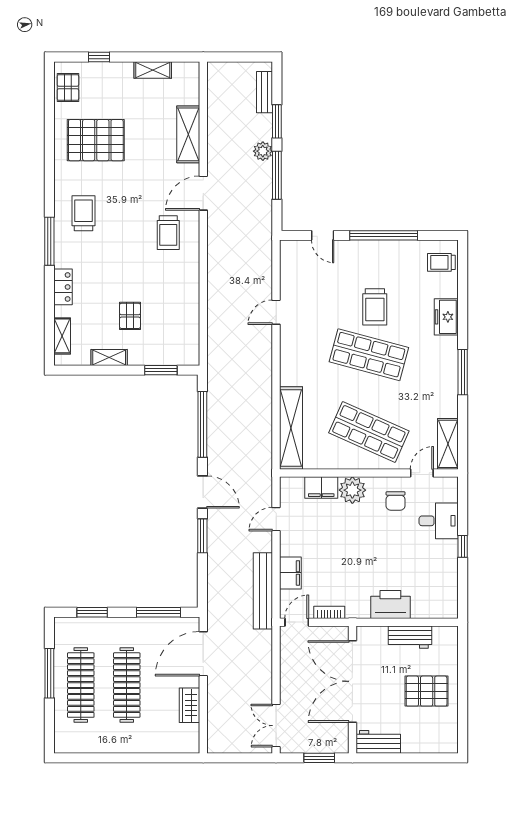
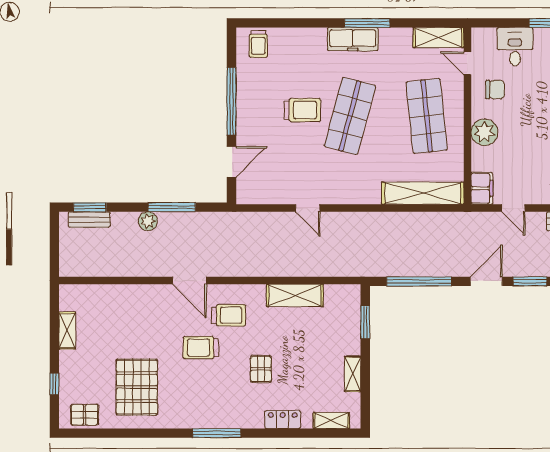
window: (277, 121) -> (90, 207), moved
shelving: (188, 134) -> (295, 295), moved
trolley: (83, 213) -> (201, 348), moved
door: (323, 235) -> (231, 162), width x1.38
window: (49, 241) -> (217, 433), moved
pallet: (130, 316) -> (261, 369), moved, turned 90
freezer: (446, 317) -> (353, 39), moved, width x1.40
shop shelf: (369, 432) -> (427, 116), turned -30
filing cabinet: (321, 488) -> (482, 188), moved

